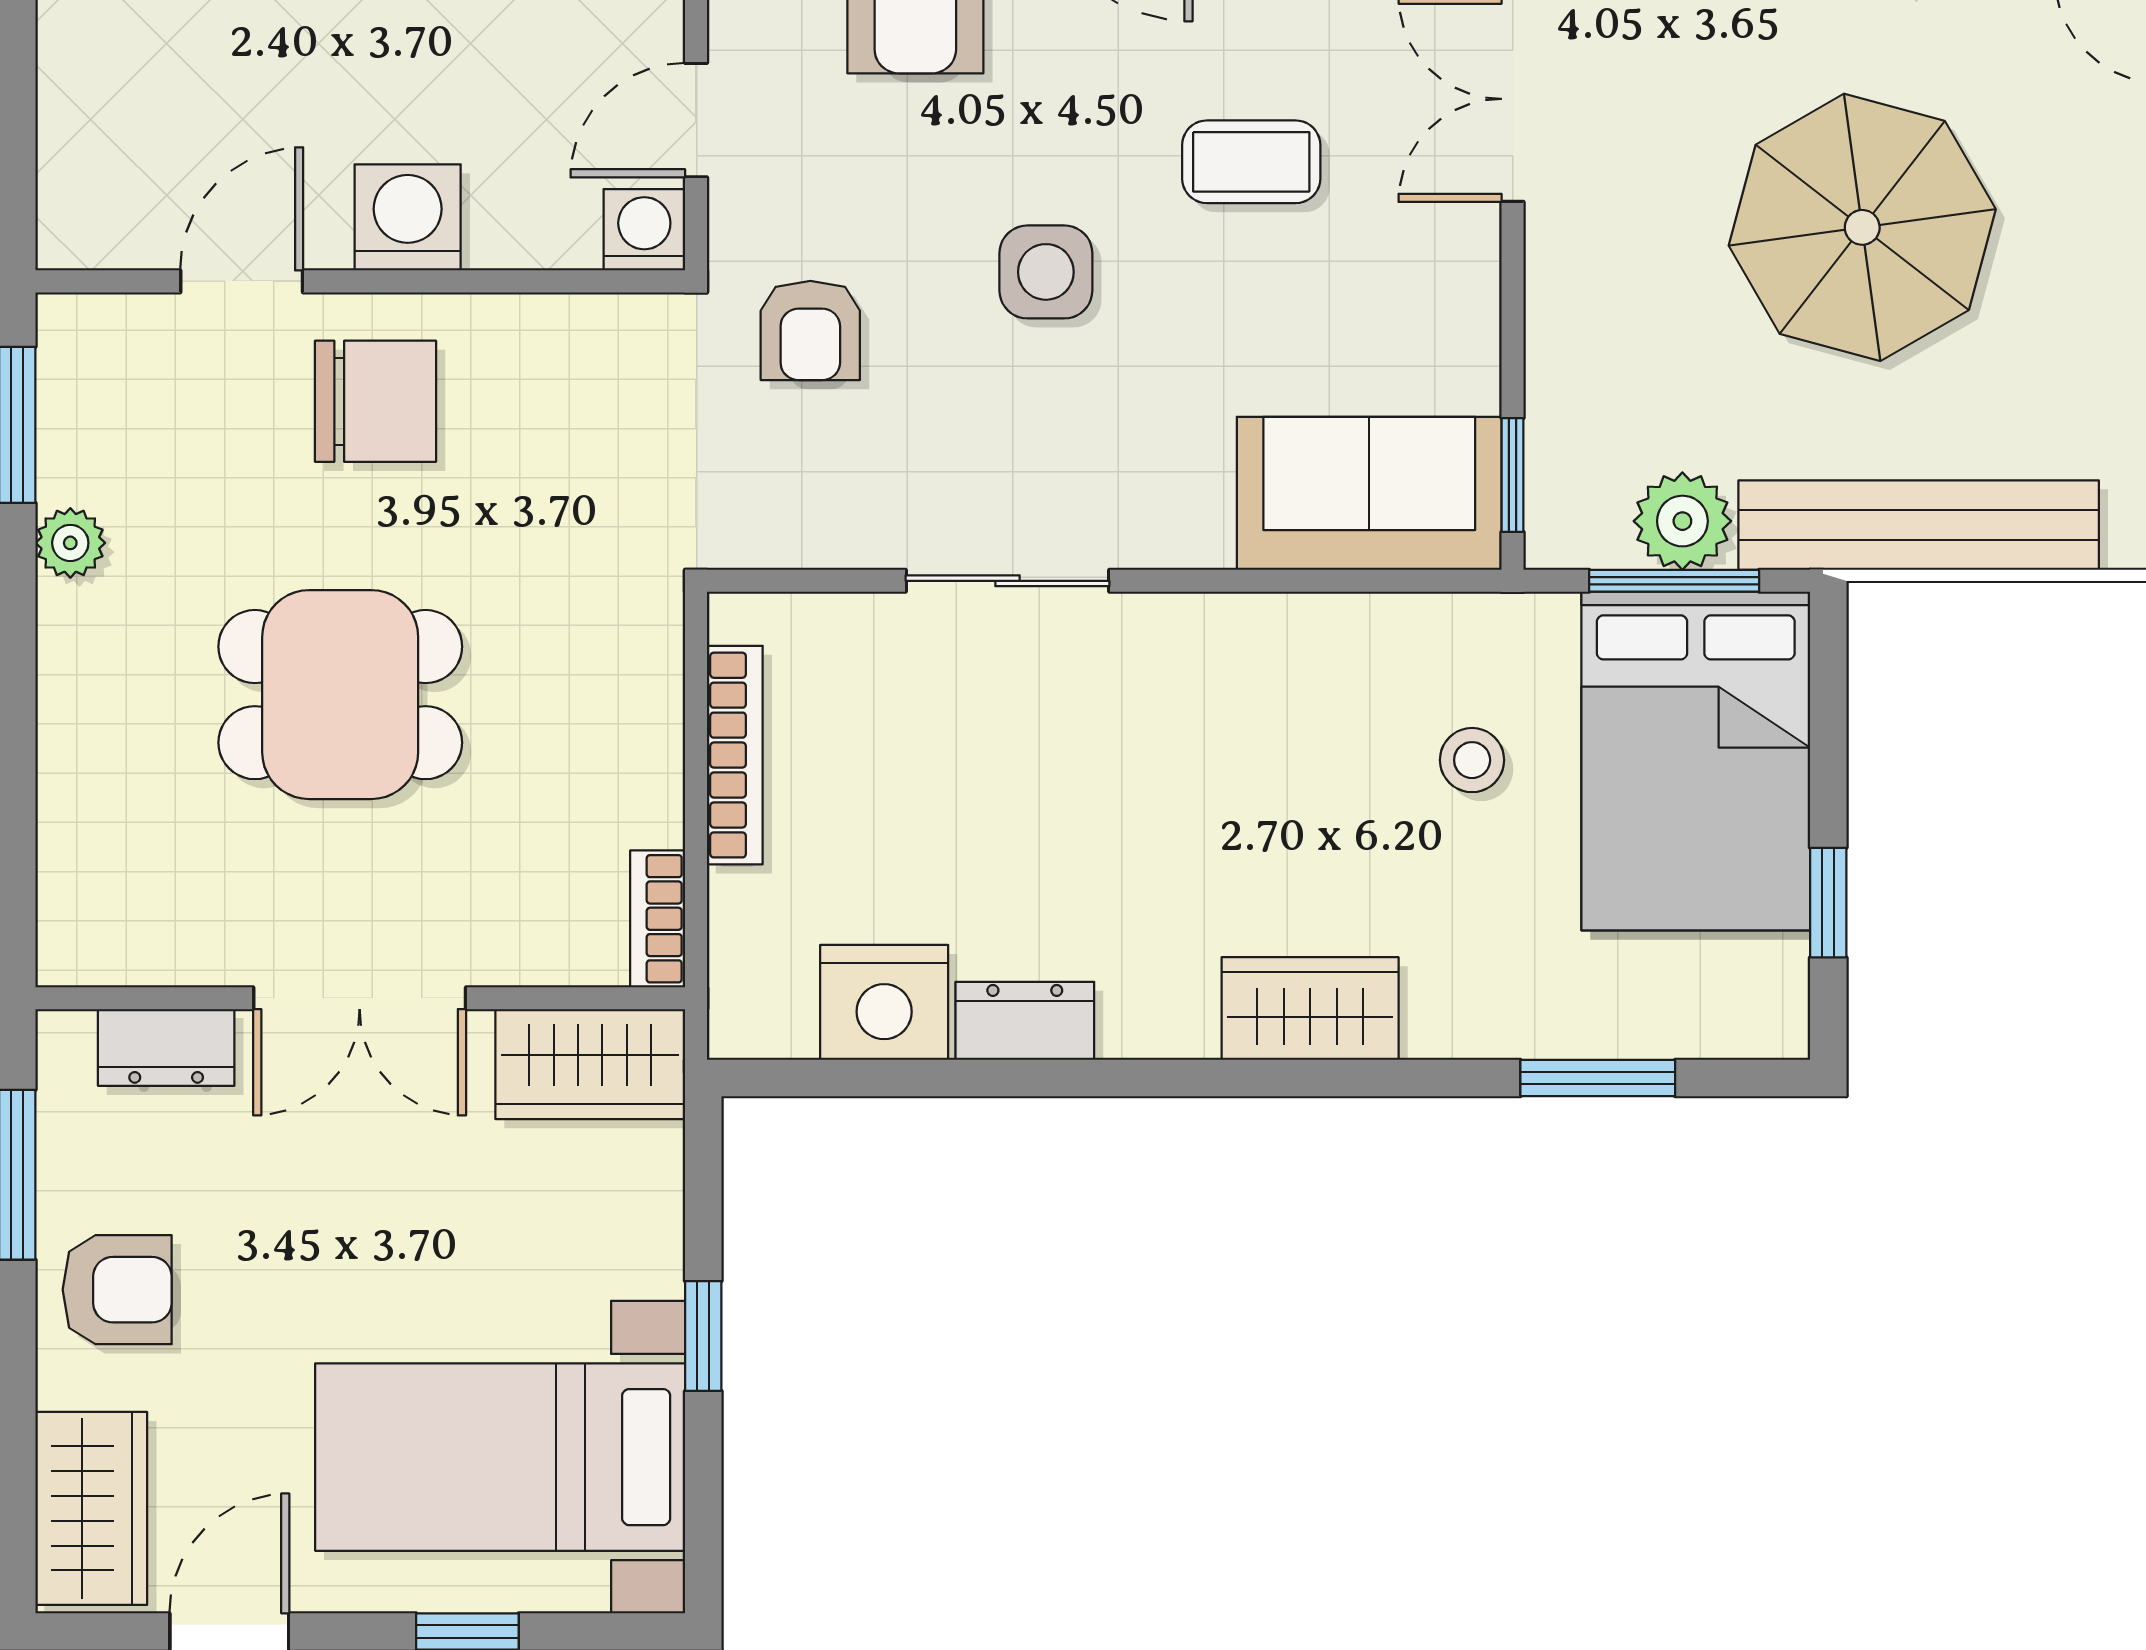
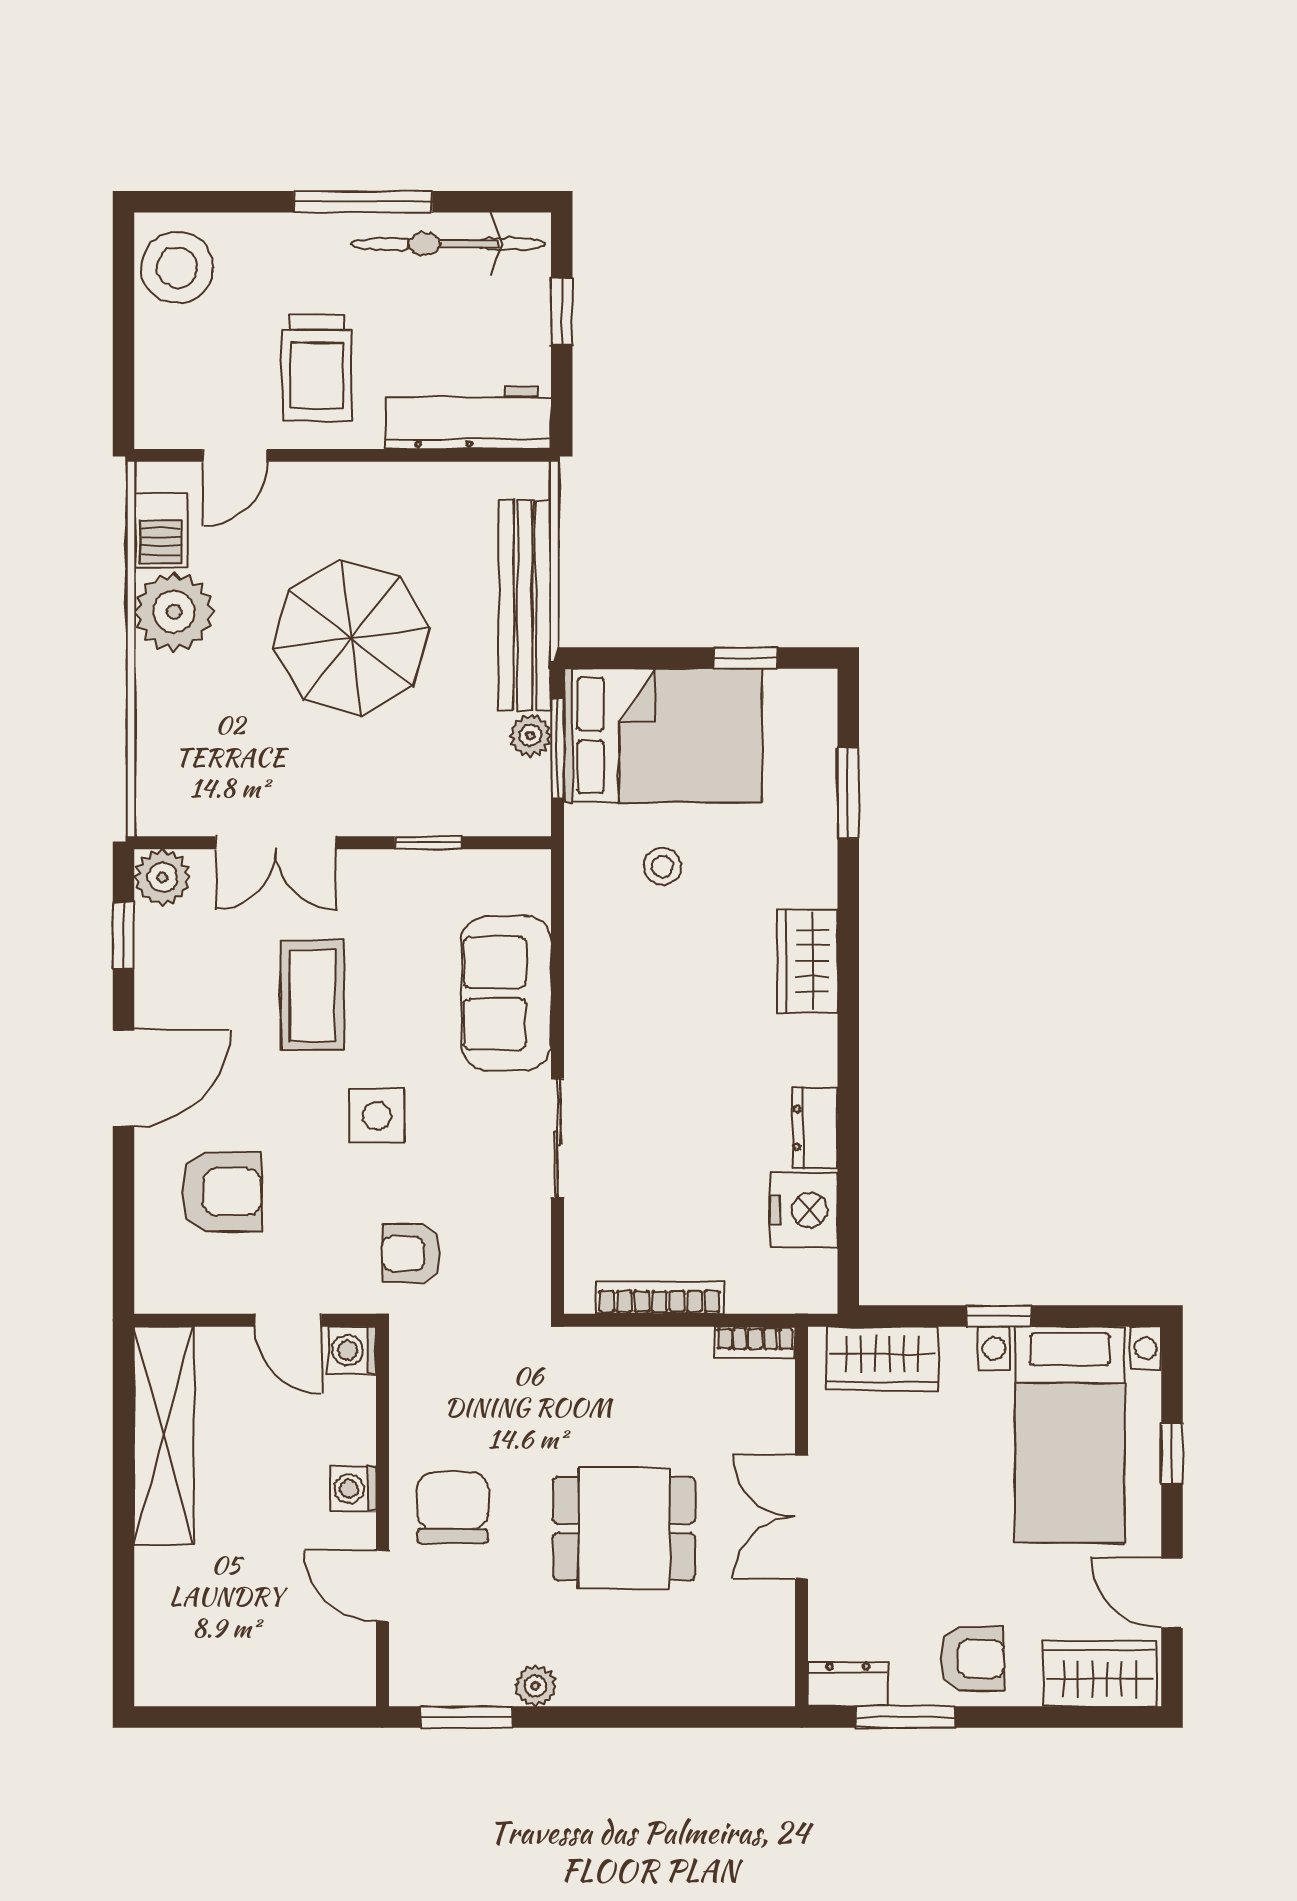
coffee table: (1251, 162) -> (313, 995), width x1.36, depth x1.30
washing machine: (408, 217) -> (354, 1489), width x0.73, depth x0.73
armchair: (810, 330) -> (411, 1253), turned 180
window: (1513, 475) -> (428, 843), moved
sofa: (1369, 493) -> (506, 993), moved
plant: (1682, 521) -> (530, 736), width x0.73, depth x0.73
dining table: (340, 695) -> (624, 1528), turned 90
double door: (360, 998) -> (802, 1517), swing flipped
dresser: (166, 1047) -> (848, 1684), moved, turned -90
wardrobe: (590, 1064) -> (882, 1359), moved, turned 90
armchair: (117, 1290) -> (972, 1659), turned 90

